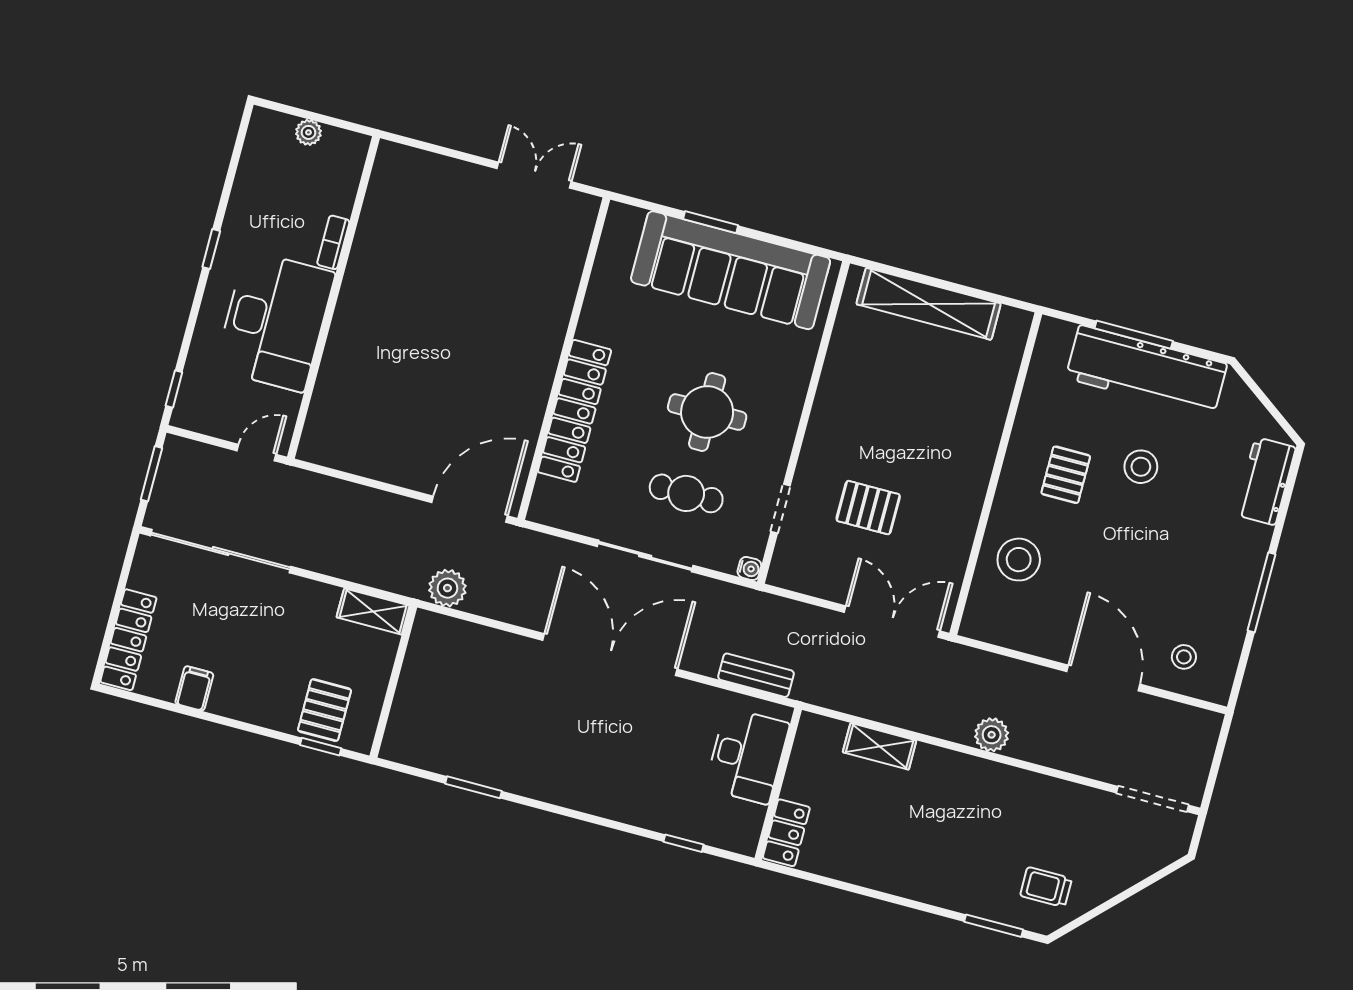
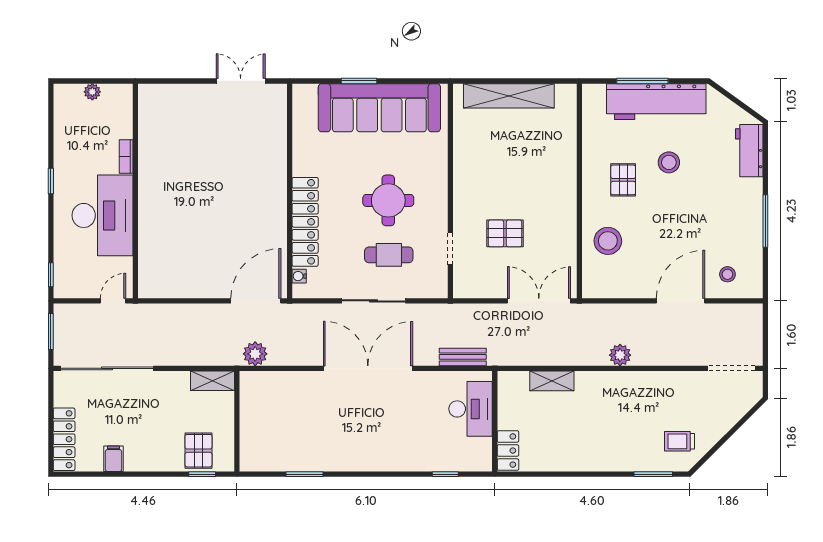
water cooler: (749, 569) -> (299, 276), moved, turned 180
door: (1103, 678) -> (681, 301), hinge flipped

